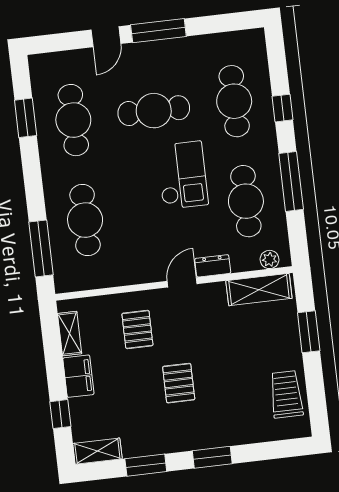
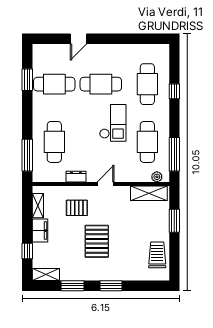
window: (158, 31) -> (109, 39), removed
cafe table: (73, 120) -> (54, 84), turned 90
window: (291, 181) -> (174, 154), moved
dresser: (213, 266) -> (76, 177), moved
pallet: (137, 329) -> (77, 208), turned 90
pallet: (179, 383) -> (97, 241), width x1.50, depth x1.42

